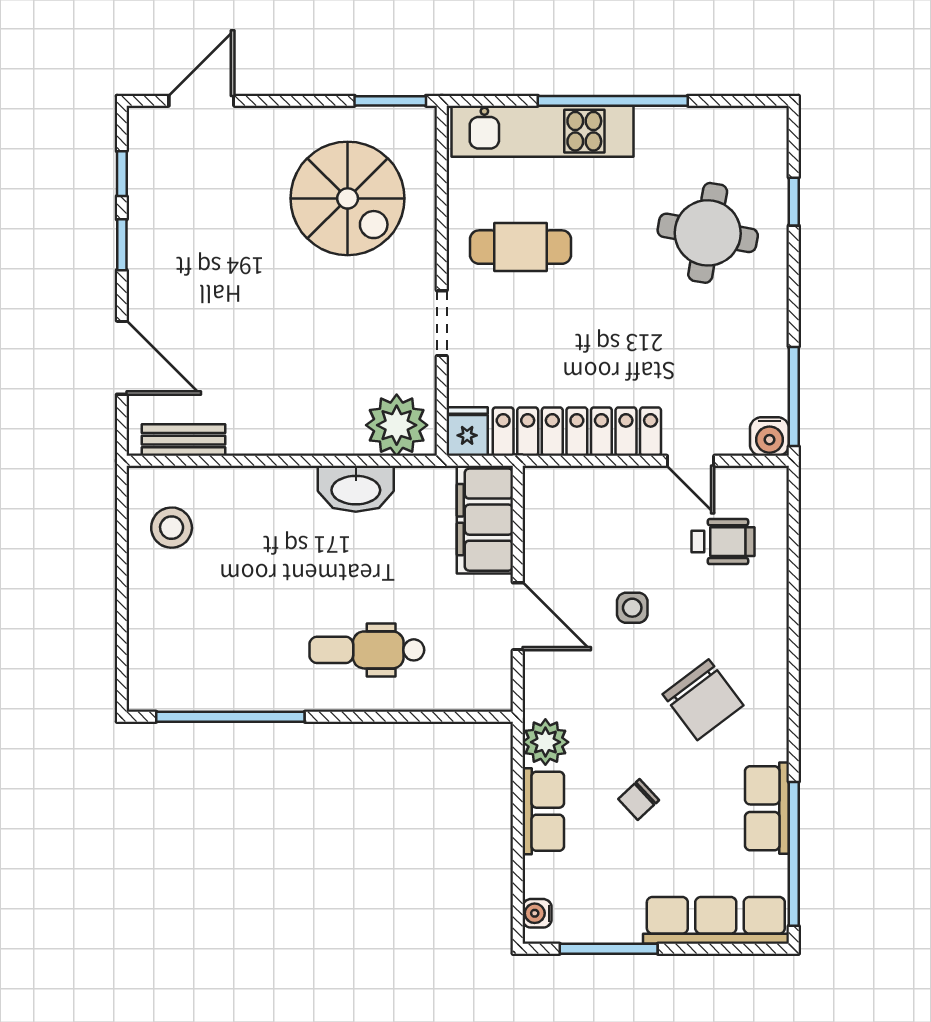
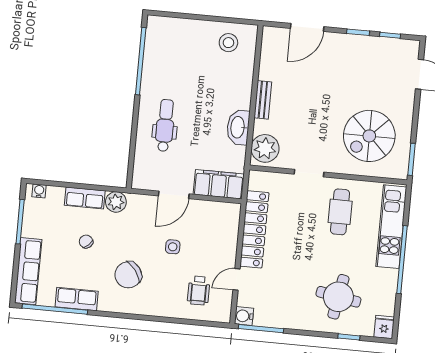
fridge: (467, 432) -> (384, 327), moved, turned -90
bench: (183, 440) -> (263, 100), moved

